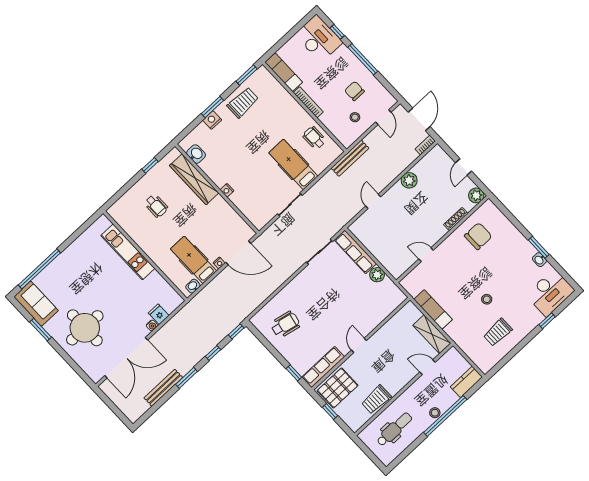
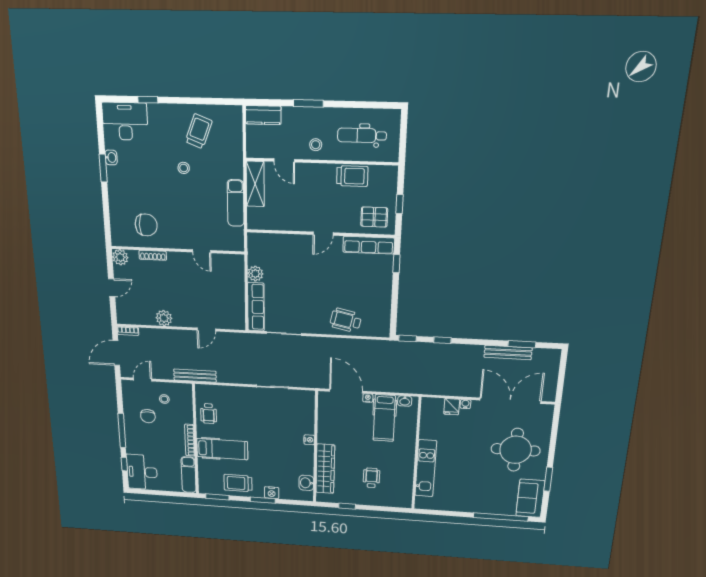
hospital bed: (293, 164) -> (222, 449), moved, turned -90
chair: (478, 236) -> (146, 225), turned 180
wheelchair: (285, 325) -> (346, 320), moved
trolley: (498, 332) -> (199, 131), turned -69
window: (187, 378) -> (522, 344), moved
pallet: (338, 388) -> (374, 217), width x0.67, depth x0.71
stool: (435, 413) -> (316, 145), moved
window: (445, 416) -> (308, 103), width x0.47

